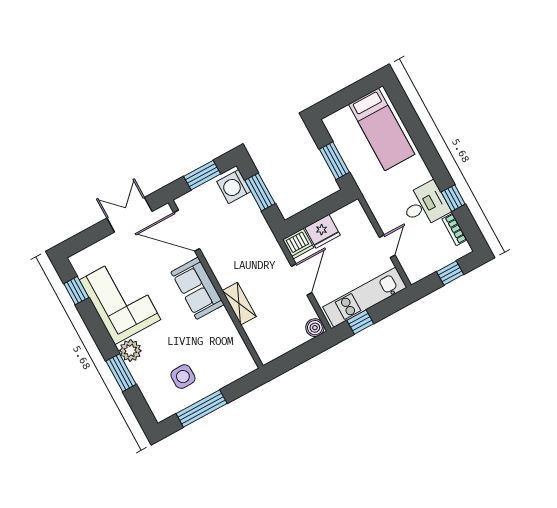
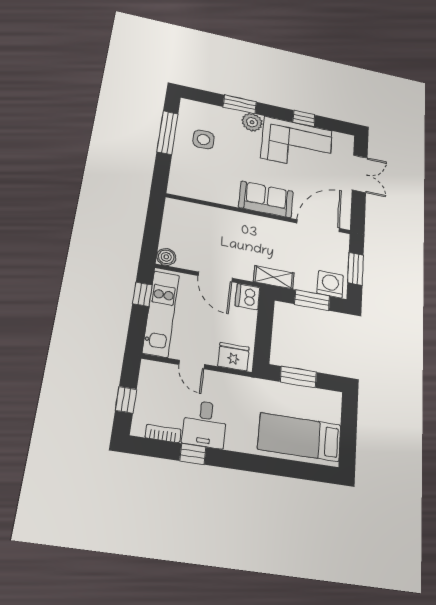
double door: (129, 215) -> (360, 174), moved
fridge: (322, 231) -> (233, 357), moved, turned 90
window: (76, 291) -> (304, 119), moved
shelving: (239, 304) -> (274, 277), moved

